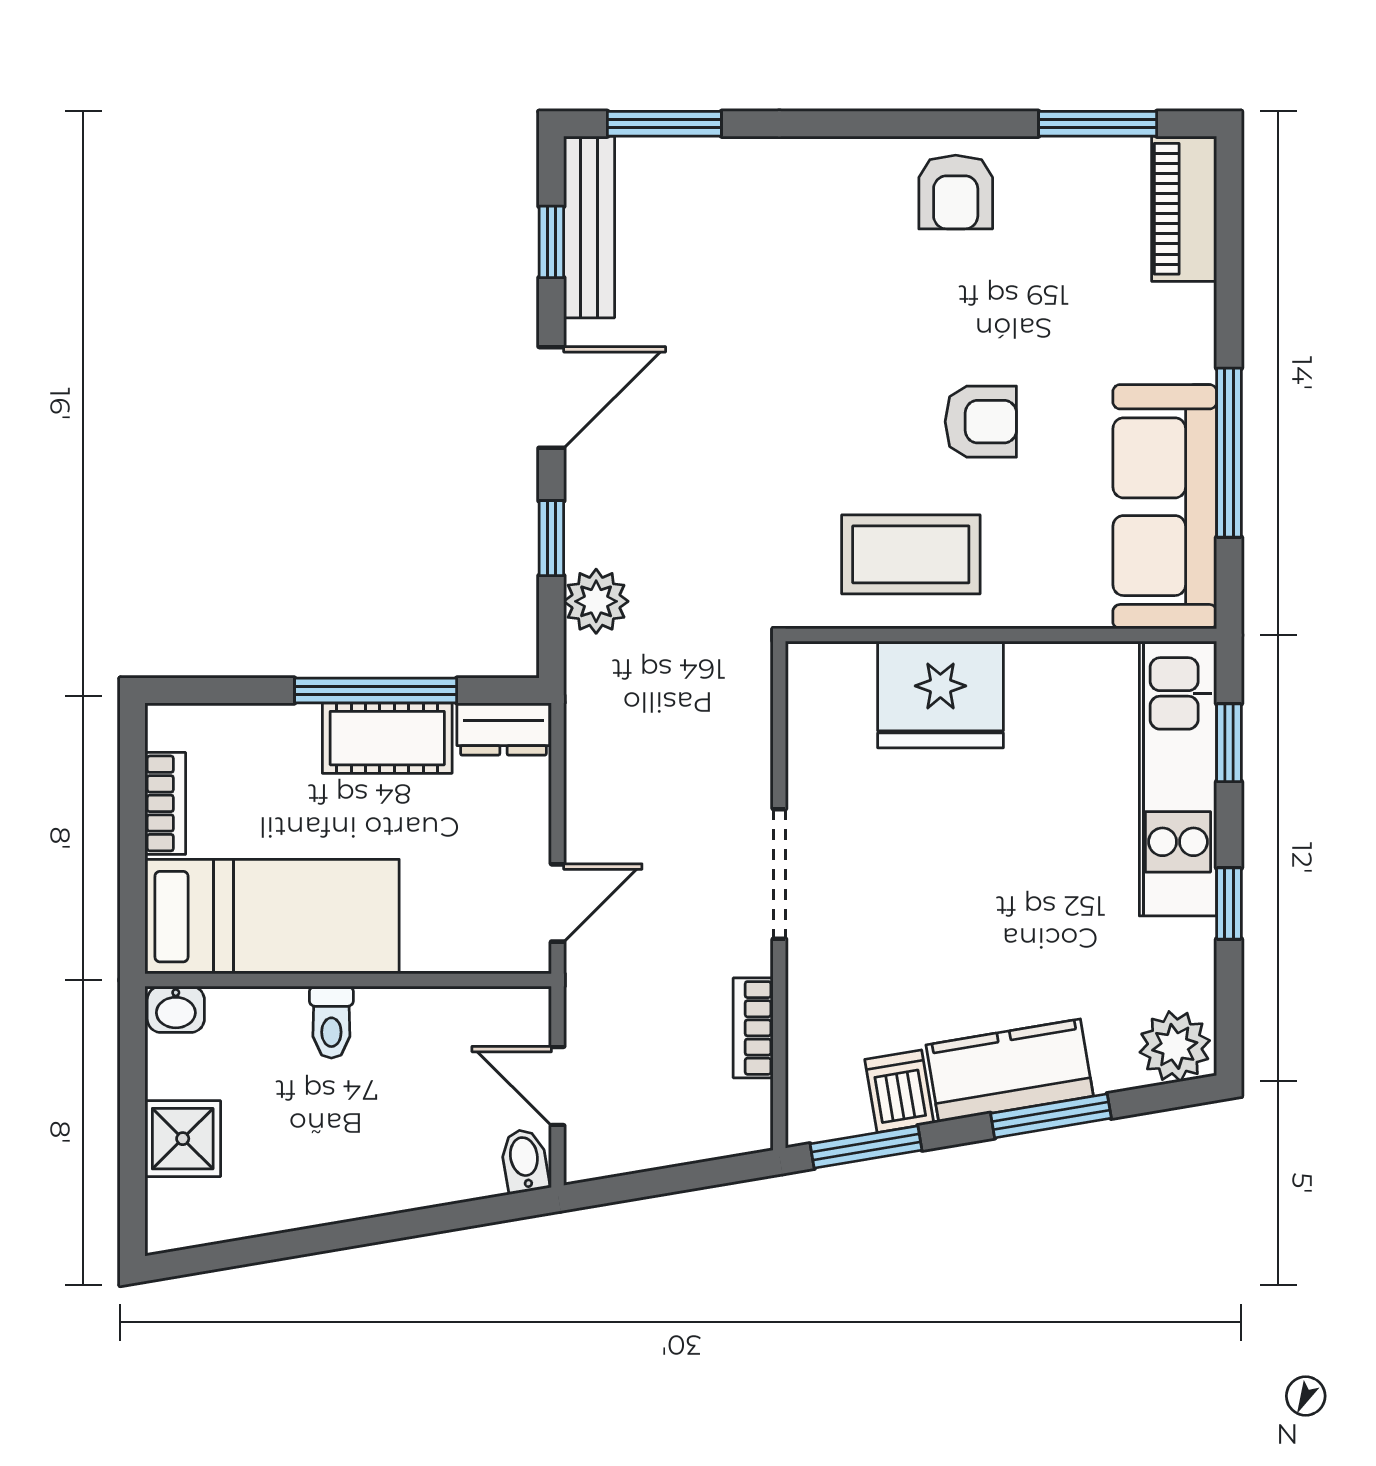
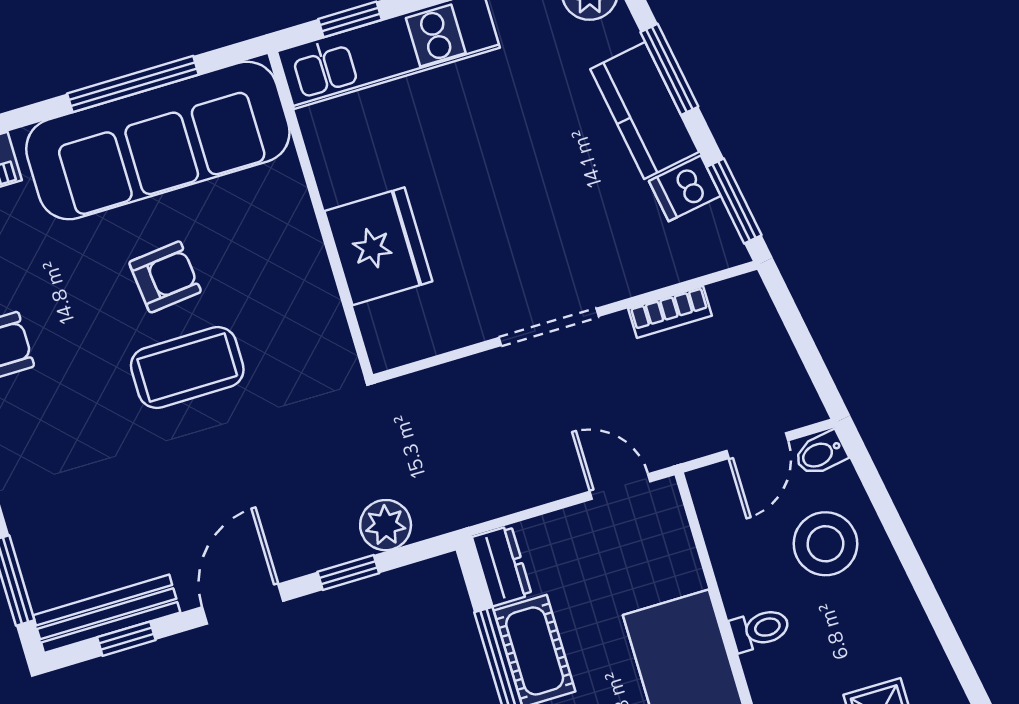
door: (551, 397) -> (243, 604), hinge flipped
armchair: (981, 422) -> (165, 277), turned 84
sofa: (1165, 507) -> (158, 140), width x1.36, depth x1.27
coffee table: (911, 554) -> (187, 368), moved, turned 90
stool: (412, 1134) -> (825, 544), added

